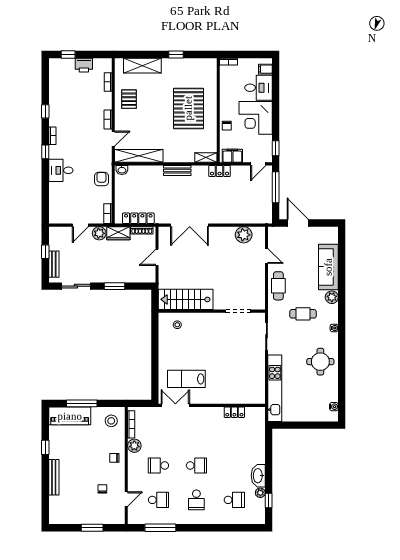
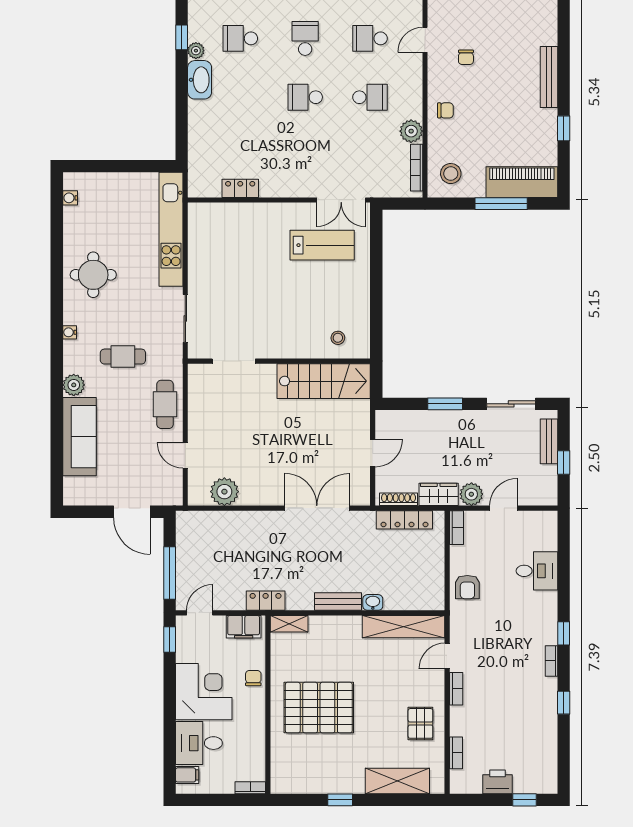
pallet: (188, 108) -> (319, 708), turned 90
desk: (61, 170) -> (537, 571), moved
washbasin: (122, 170) -> (373, 602), moved

